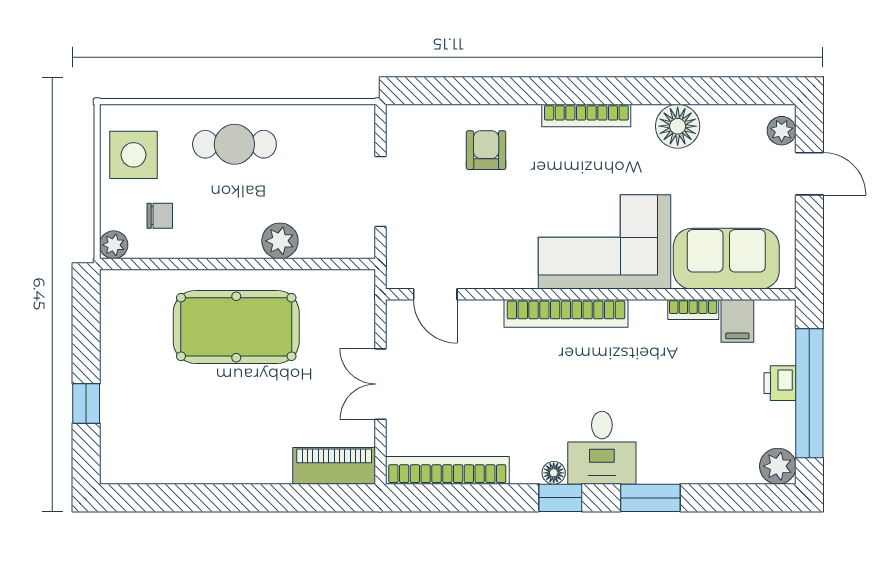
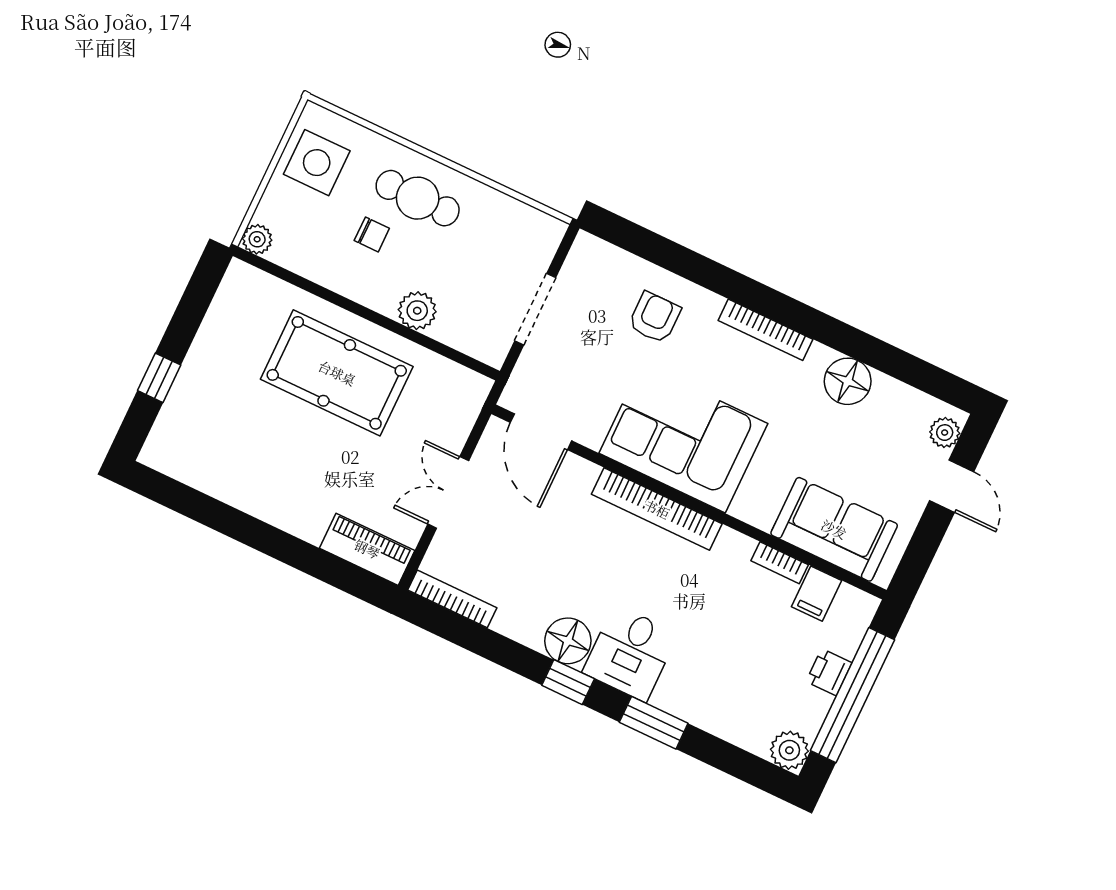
chair: (160, 216) -> (372, 234), moved
corner sofa: (604, 242) -> (683, 438), moved
door: (435, 294) -> (541, 432), width x1.38
bookcase: (447, 470) -> (452, 599), width x0.68, depth x0.76
floor lamp: (554, 473) -> (568, 641), width x1.89, depth x1.89

